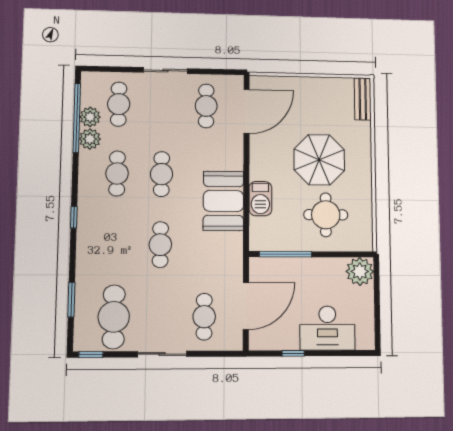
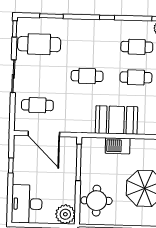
round table: (326, 215) -> (97, 201), moved
desk: (327, 328) -> (27, 204), moved

